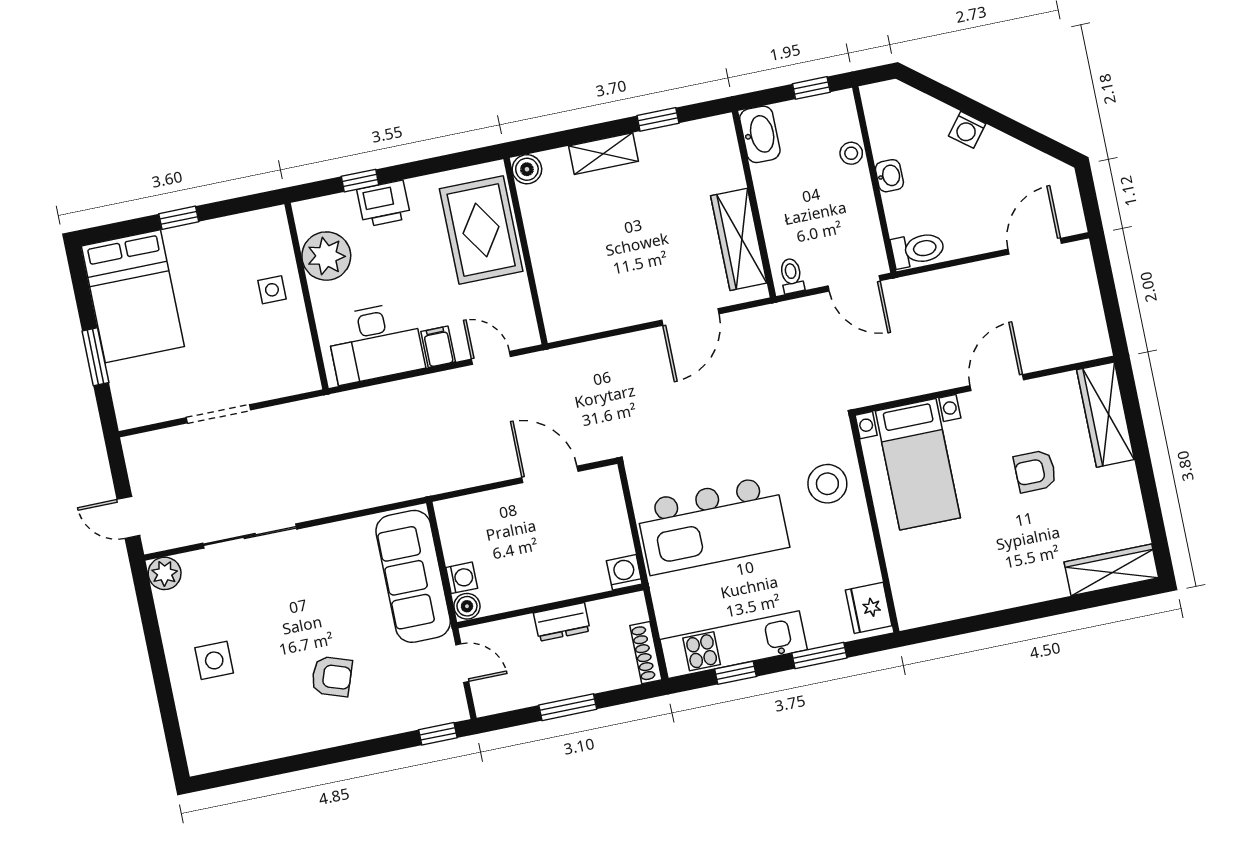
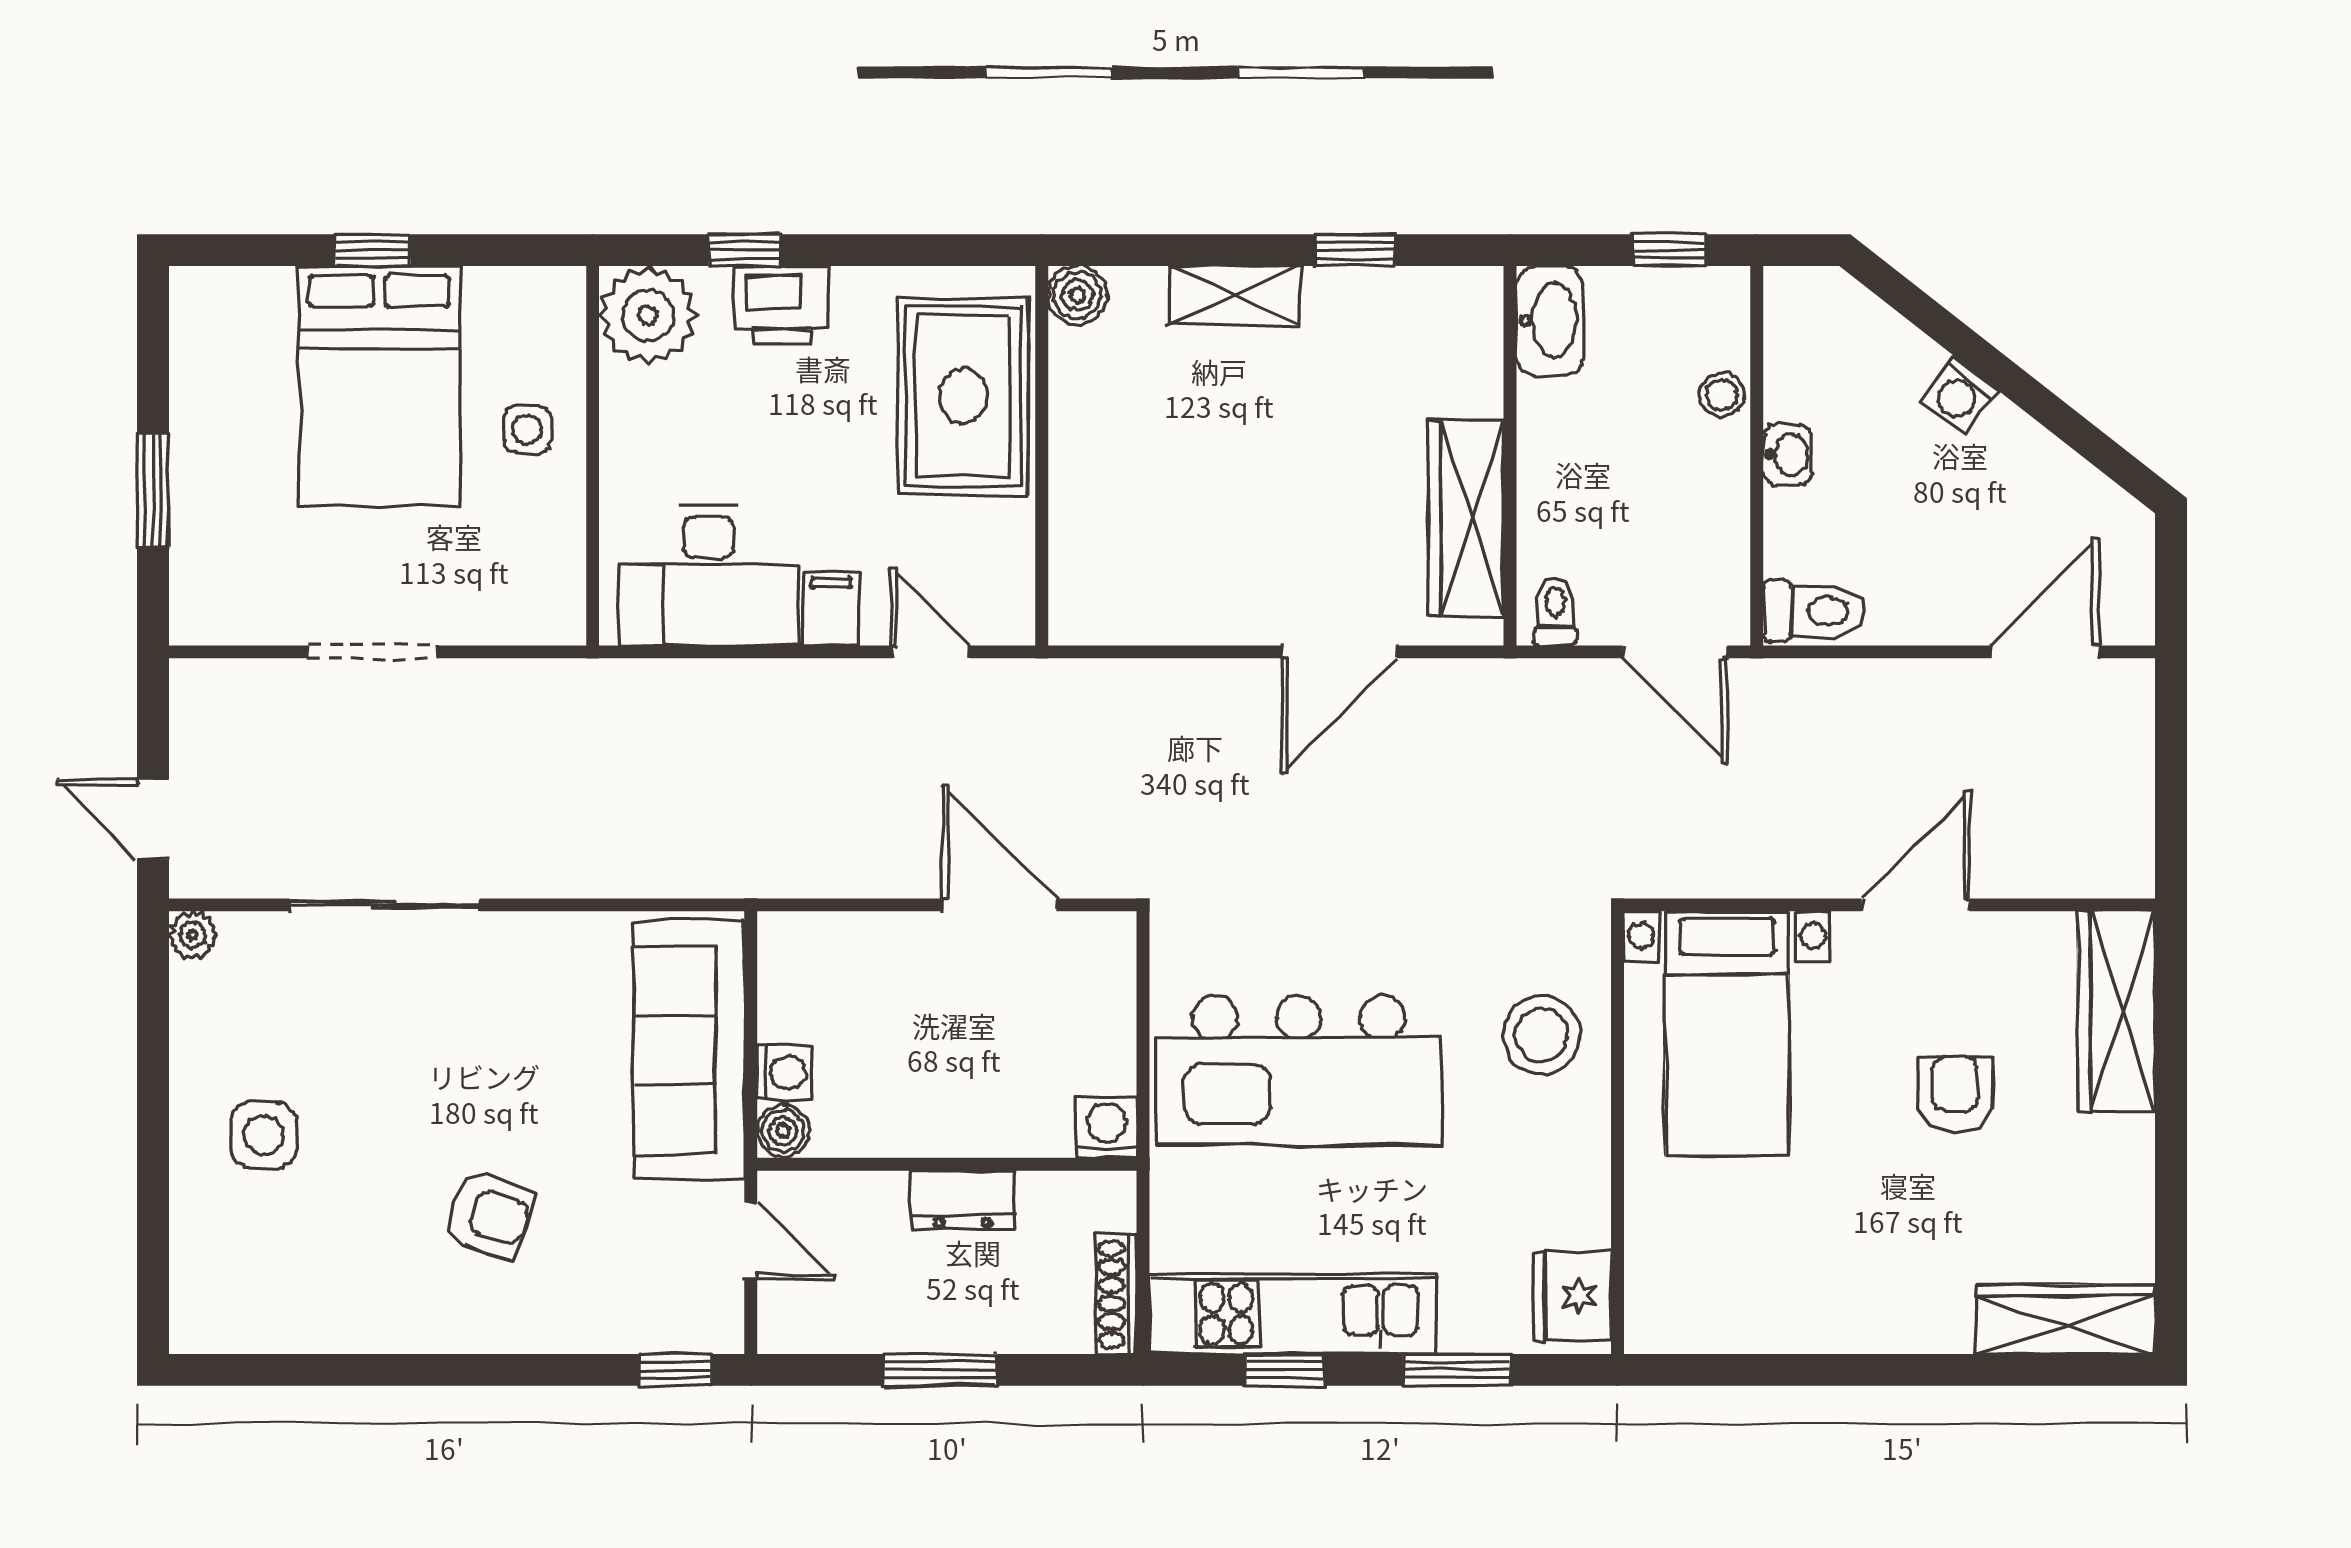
plant: (326, 256) -> (648, 315), moved
bed: (133, 296) -> (379, 386), moved
armchair: (1035, 471) -> (1955, 1094), turned 90
plant: (165, 573) -> (193, 935), width x0.73, depth x0.73

